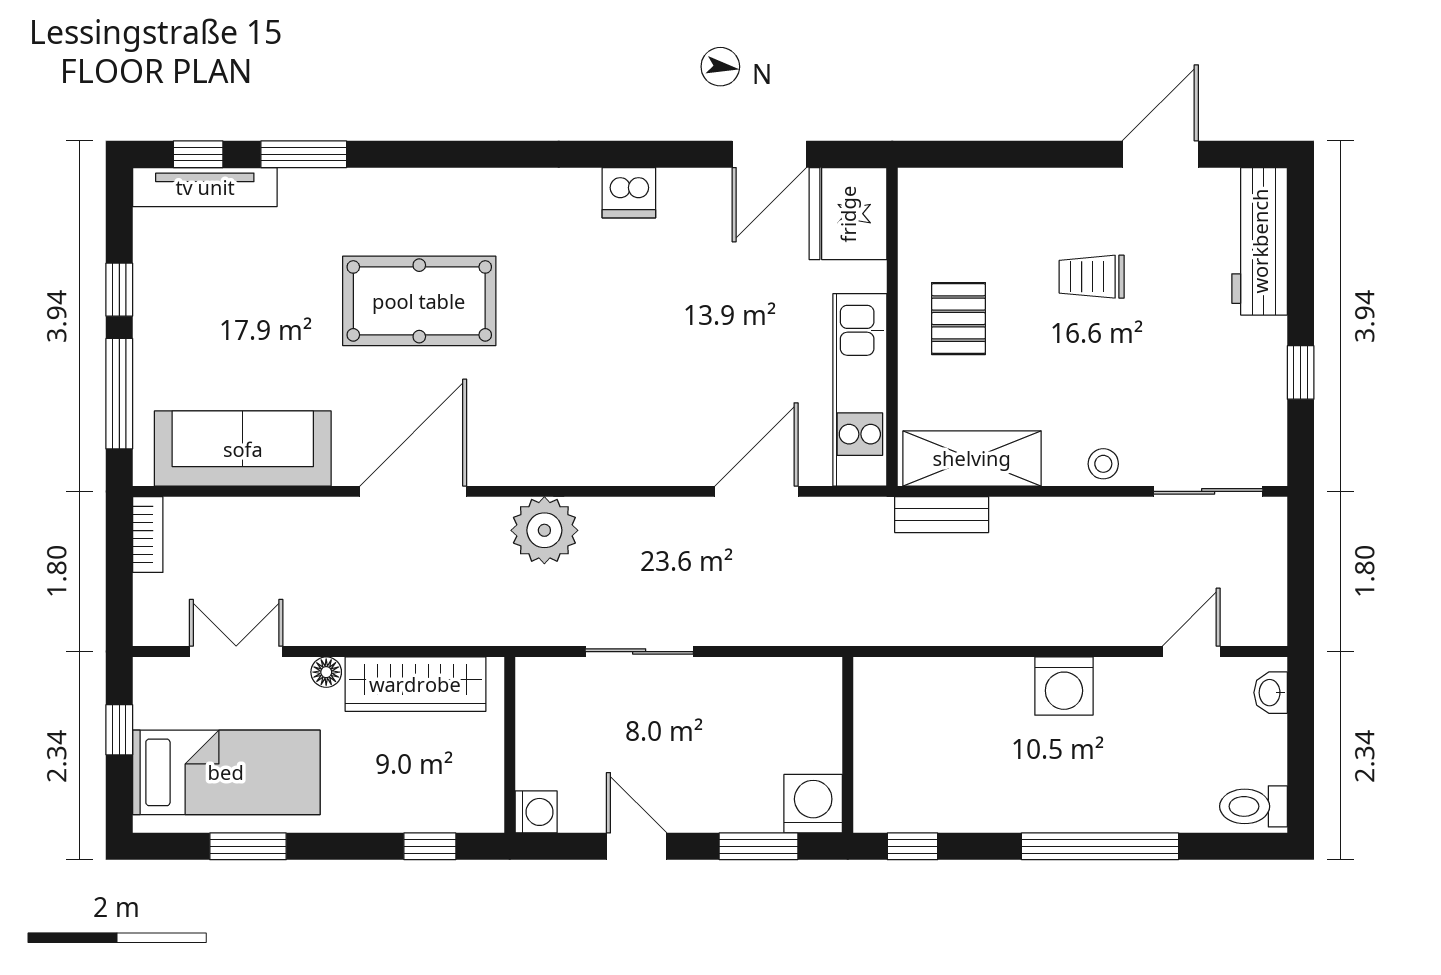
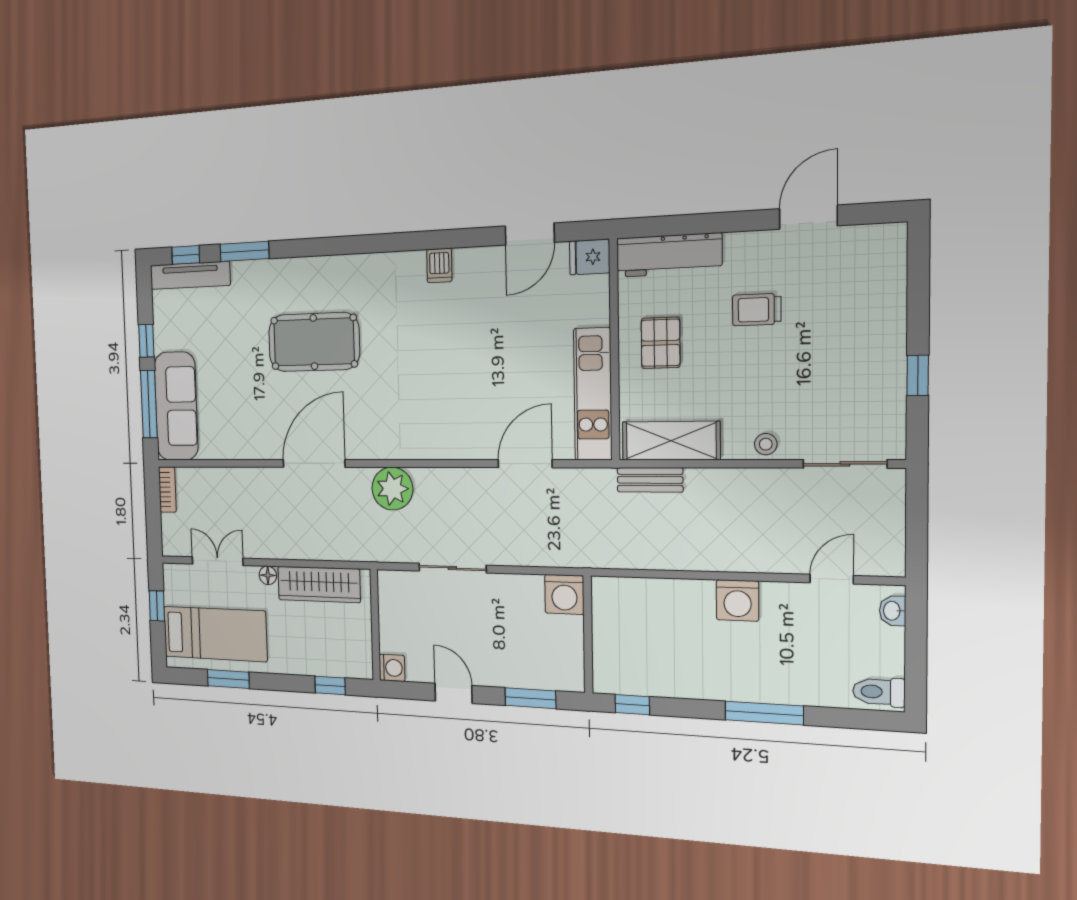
dishwasher: (629, 193) -> (439, 265), width x0.73
fridge: (848, 214) -> (590, 257), width x0.53, depth x0.75
workbench: (1260, 241) -> (669, 255), moved, turned -90
sofa: (243, 449) -> (176, 406), moved, turned 90
washing machine: (813, 804) -> (564, 594), moved, turned 180
window: (1100, 846) -> (764, 713), width x0.68

